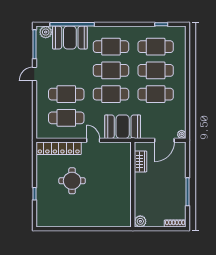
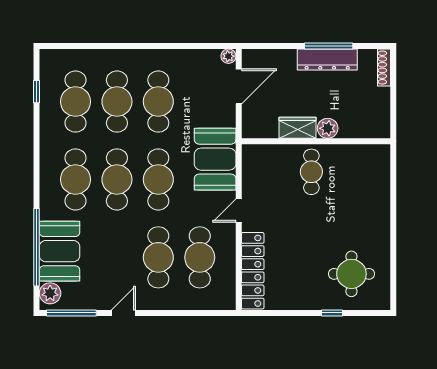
door: (34, 74) -> (123, 313), swing flipped
door: (164, 140) -> (239, 86), hinge flipped
wardrobe: (141, 161) -> (298, 128), moved
round table: (72, 181) -> (351, 274), moved
cafe table: (115, 182) -> (311, 172), added
dresser: (180, 191) -> (327, 59), added
plant: (140, 221) -> (328, 128), moved

